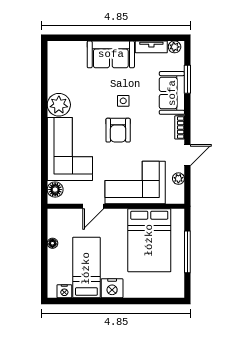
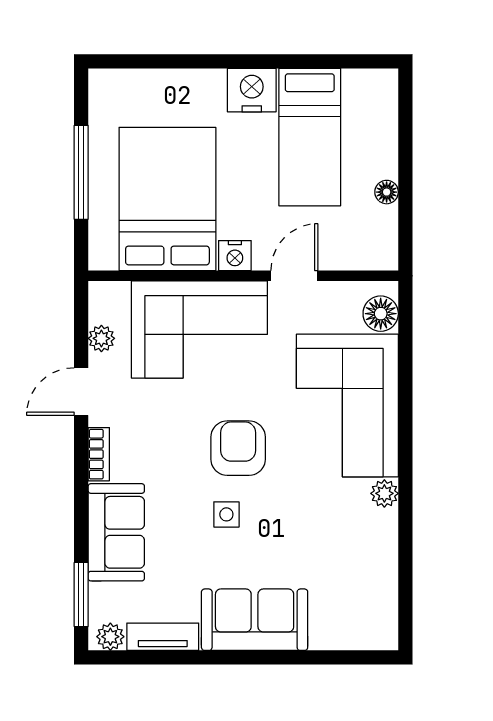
window: (187, 79) -> (81, 595), moved
plant: (59, 105) -> (384, 493), width x0.53, depth x0.53
nightstand: (64, 291) -> (235, 256), moved, turned 180

